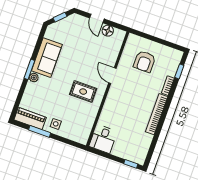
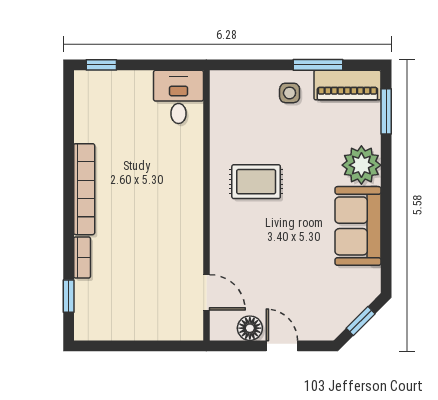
armchair: (144, 61) -> (149, 291), removed
window: (29, 69) -> (386, 111), moved
door: (112, 76) -> (206, 292), moved
plant: (34, 78) -> (361, 165), width x1.88, depth x1.88

